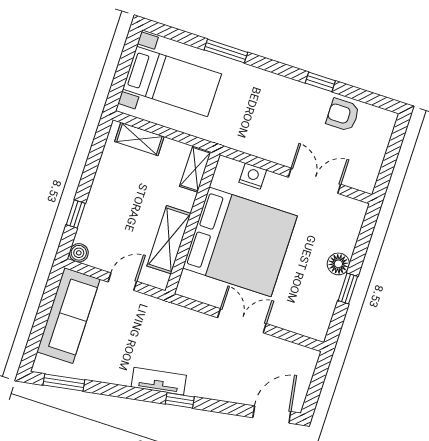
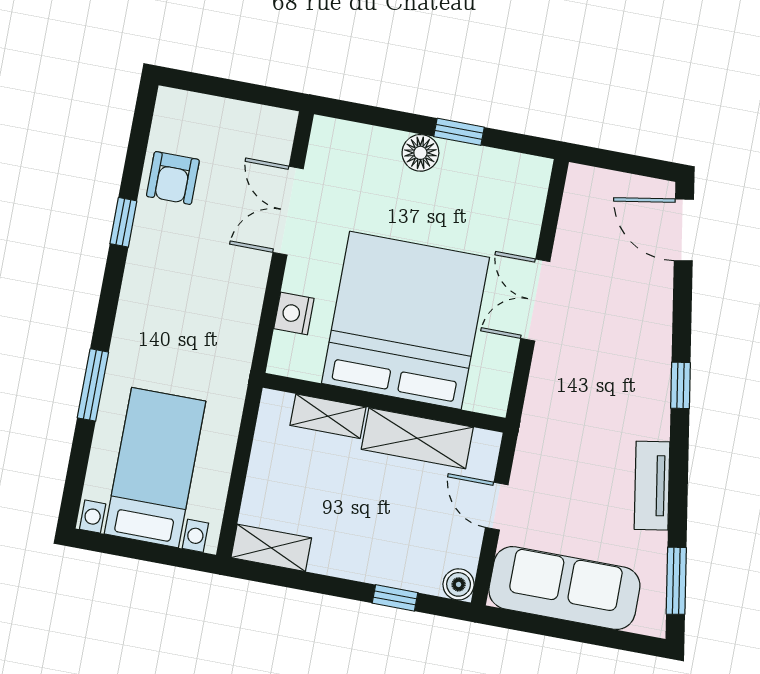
shelving: (139, 139) -> (271, 548), moved, turned 90
shelving: (195, 169) -> (328, 416), moved
tv unit: (159, 381) -> (652, 486), moved

